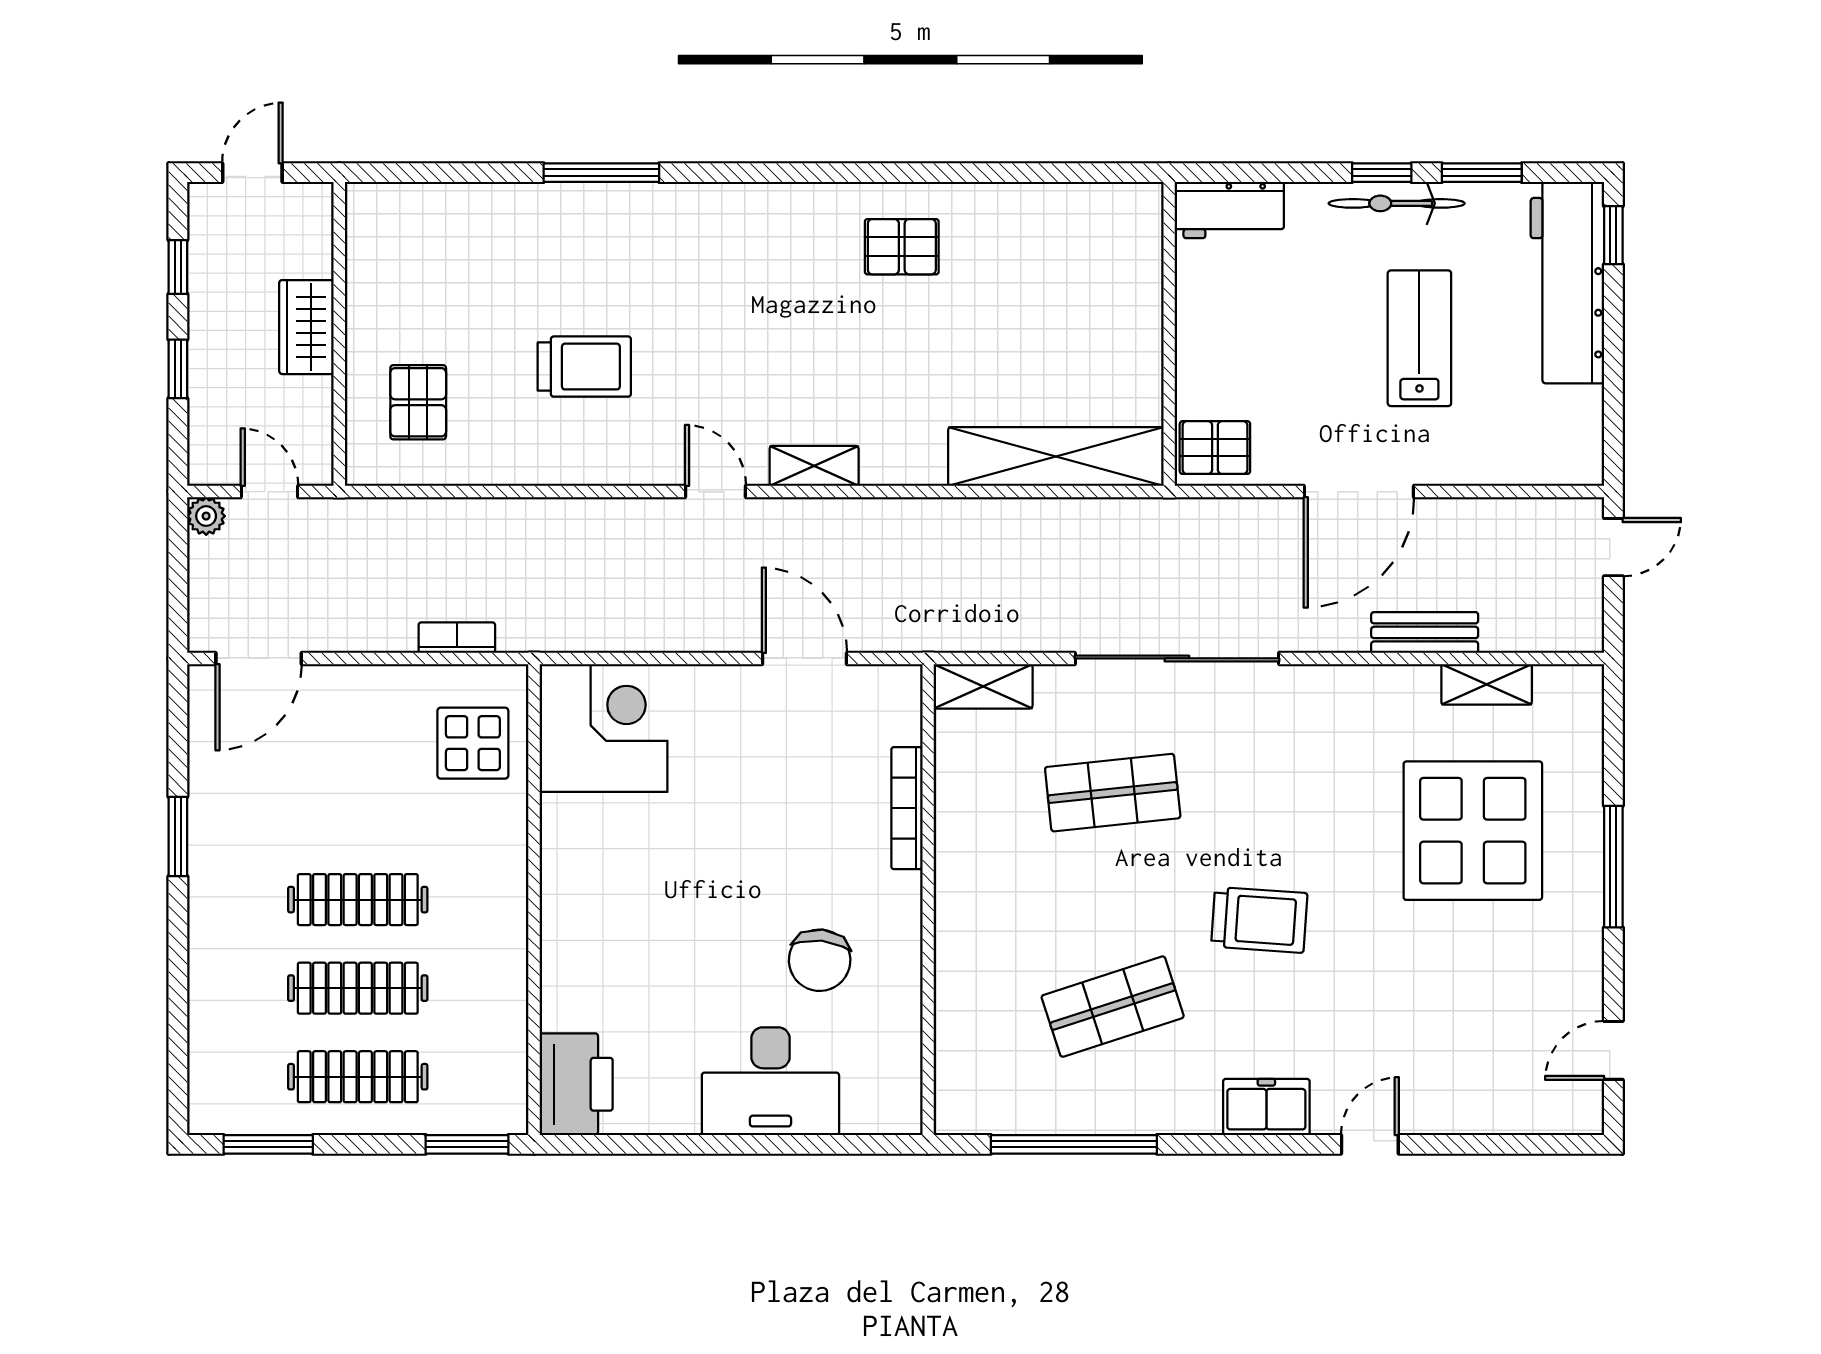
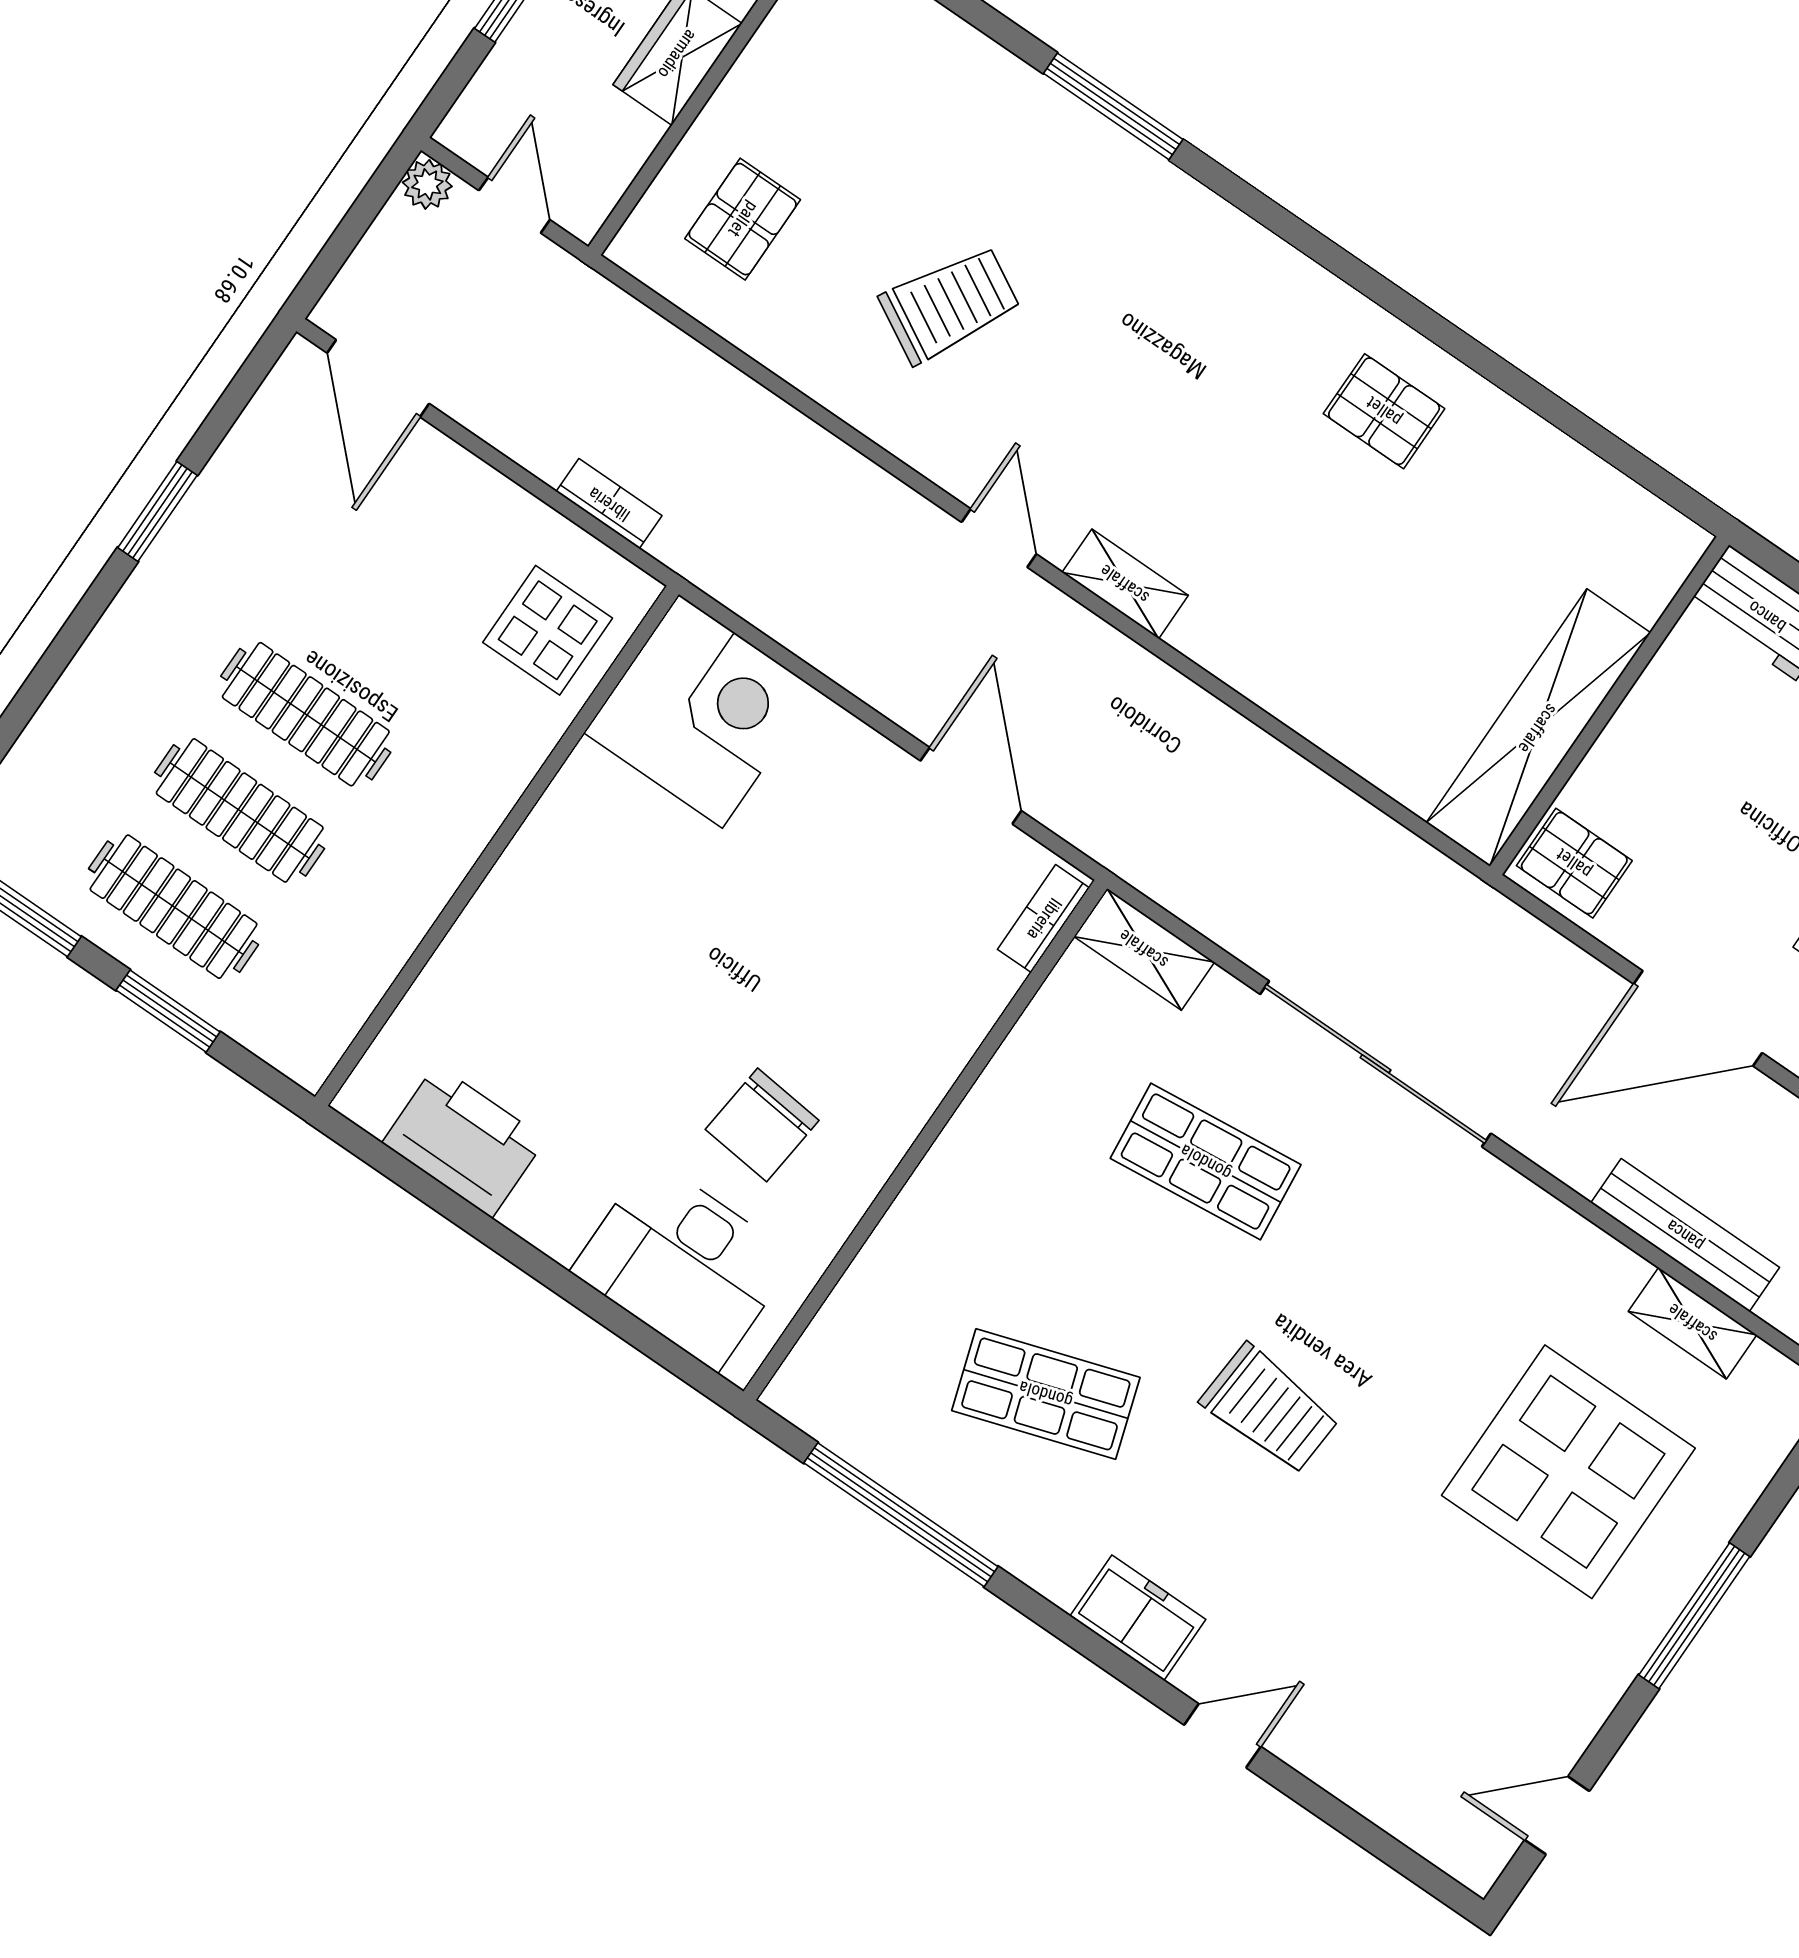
trolley: (584, 367) -> (950, 304), turned -61
shelving: (1056, 457) -> (1538, 728), moved, turned 90
bench: (1425, 632) -> (1685, 1235), width x1.36
door: (259, 658) -> (378, 378), hinge flipped
bookcase: (907, 808) -> (1044, 919), moved, width x0.64
desk: (770, 1081) -> (683, 1264), moved
printer: (576, 1084) -> (464, 1141), moved, turned -90
window: (467, 1144) -> (168, 1011), moved

